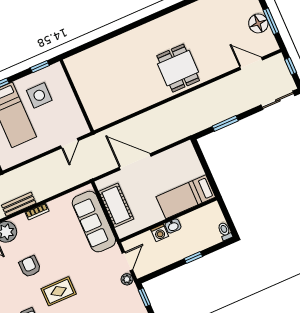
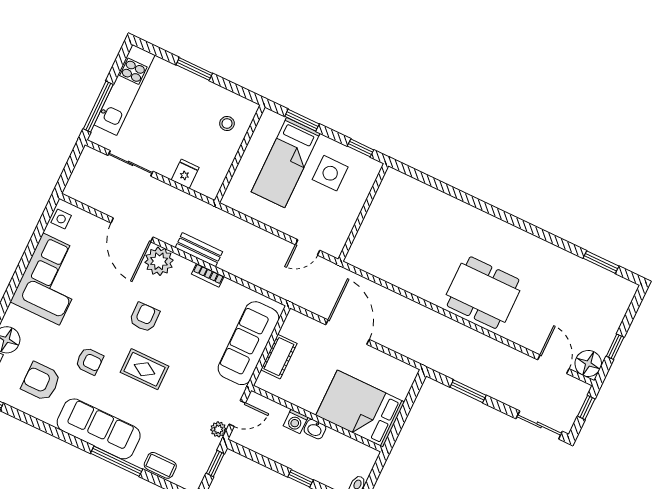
window: (271, 21) -> (615, 347), width x0.67
floor lamp: (258, 23) -> (588, 363), moved
dining table: (178, 68) -> (483, 293), width x1.38
bed: (186, 197) -> (360, 409), width x1.50
cot: (116, 205) -> (279, 357), width x0.73, depth x0.75

